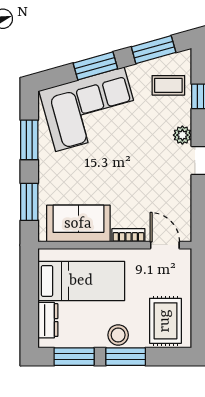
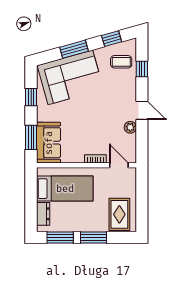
window: (154, 50) -> (112, 39), width x0.67
plant: (182, 135) -> (130, 127), moved
window: (29, 140) -> (31, 97), width x0.67
sofa: (78, 224) -> (49, 143), moved, turned 90
stool: (118, 335) -> (89, 224), removed

